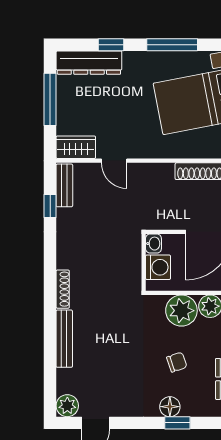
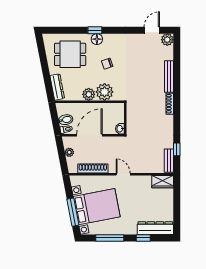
window: (50, 99) -> (177, 208), removed
door: (114, 161) -> (123, 174), moved
washing machine: (158, 267) -> (117, 116), removed
floor lamp: (170, 407) -> (97, 39), moved
window: (177, 423) -> (95, 30), moved

